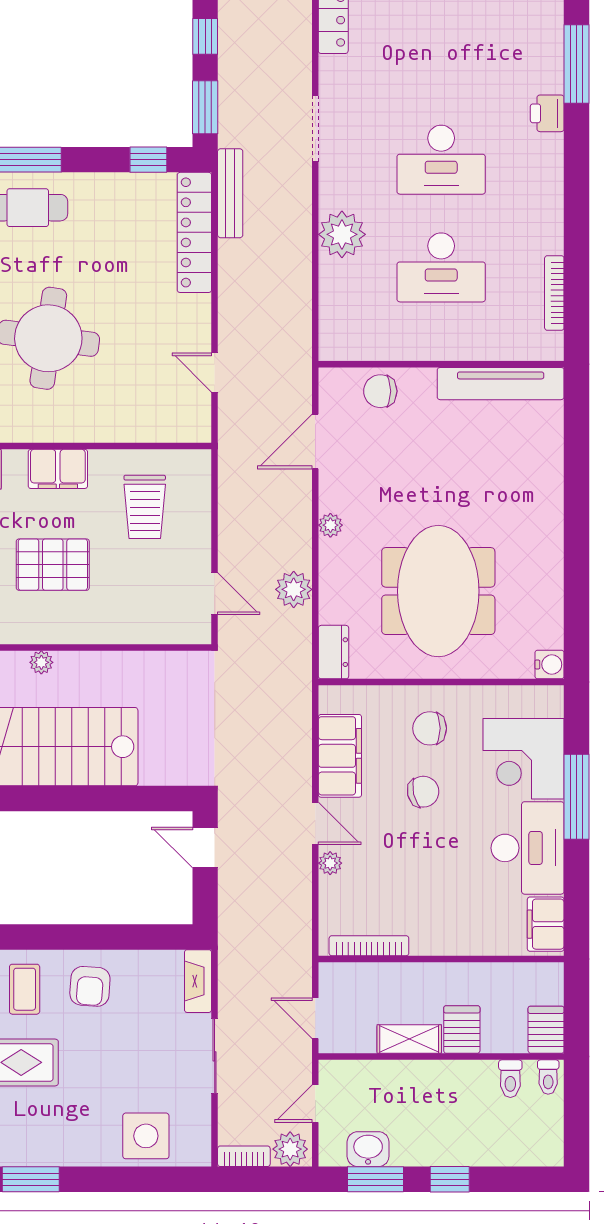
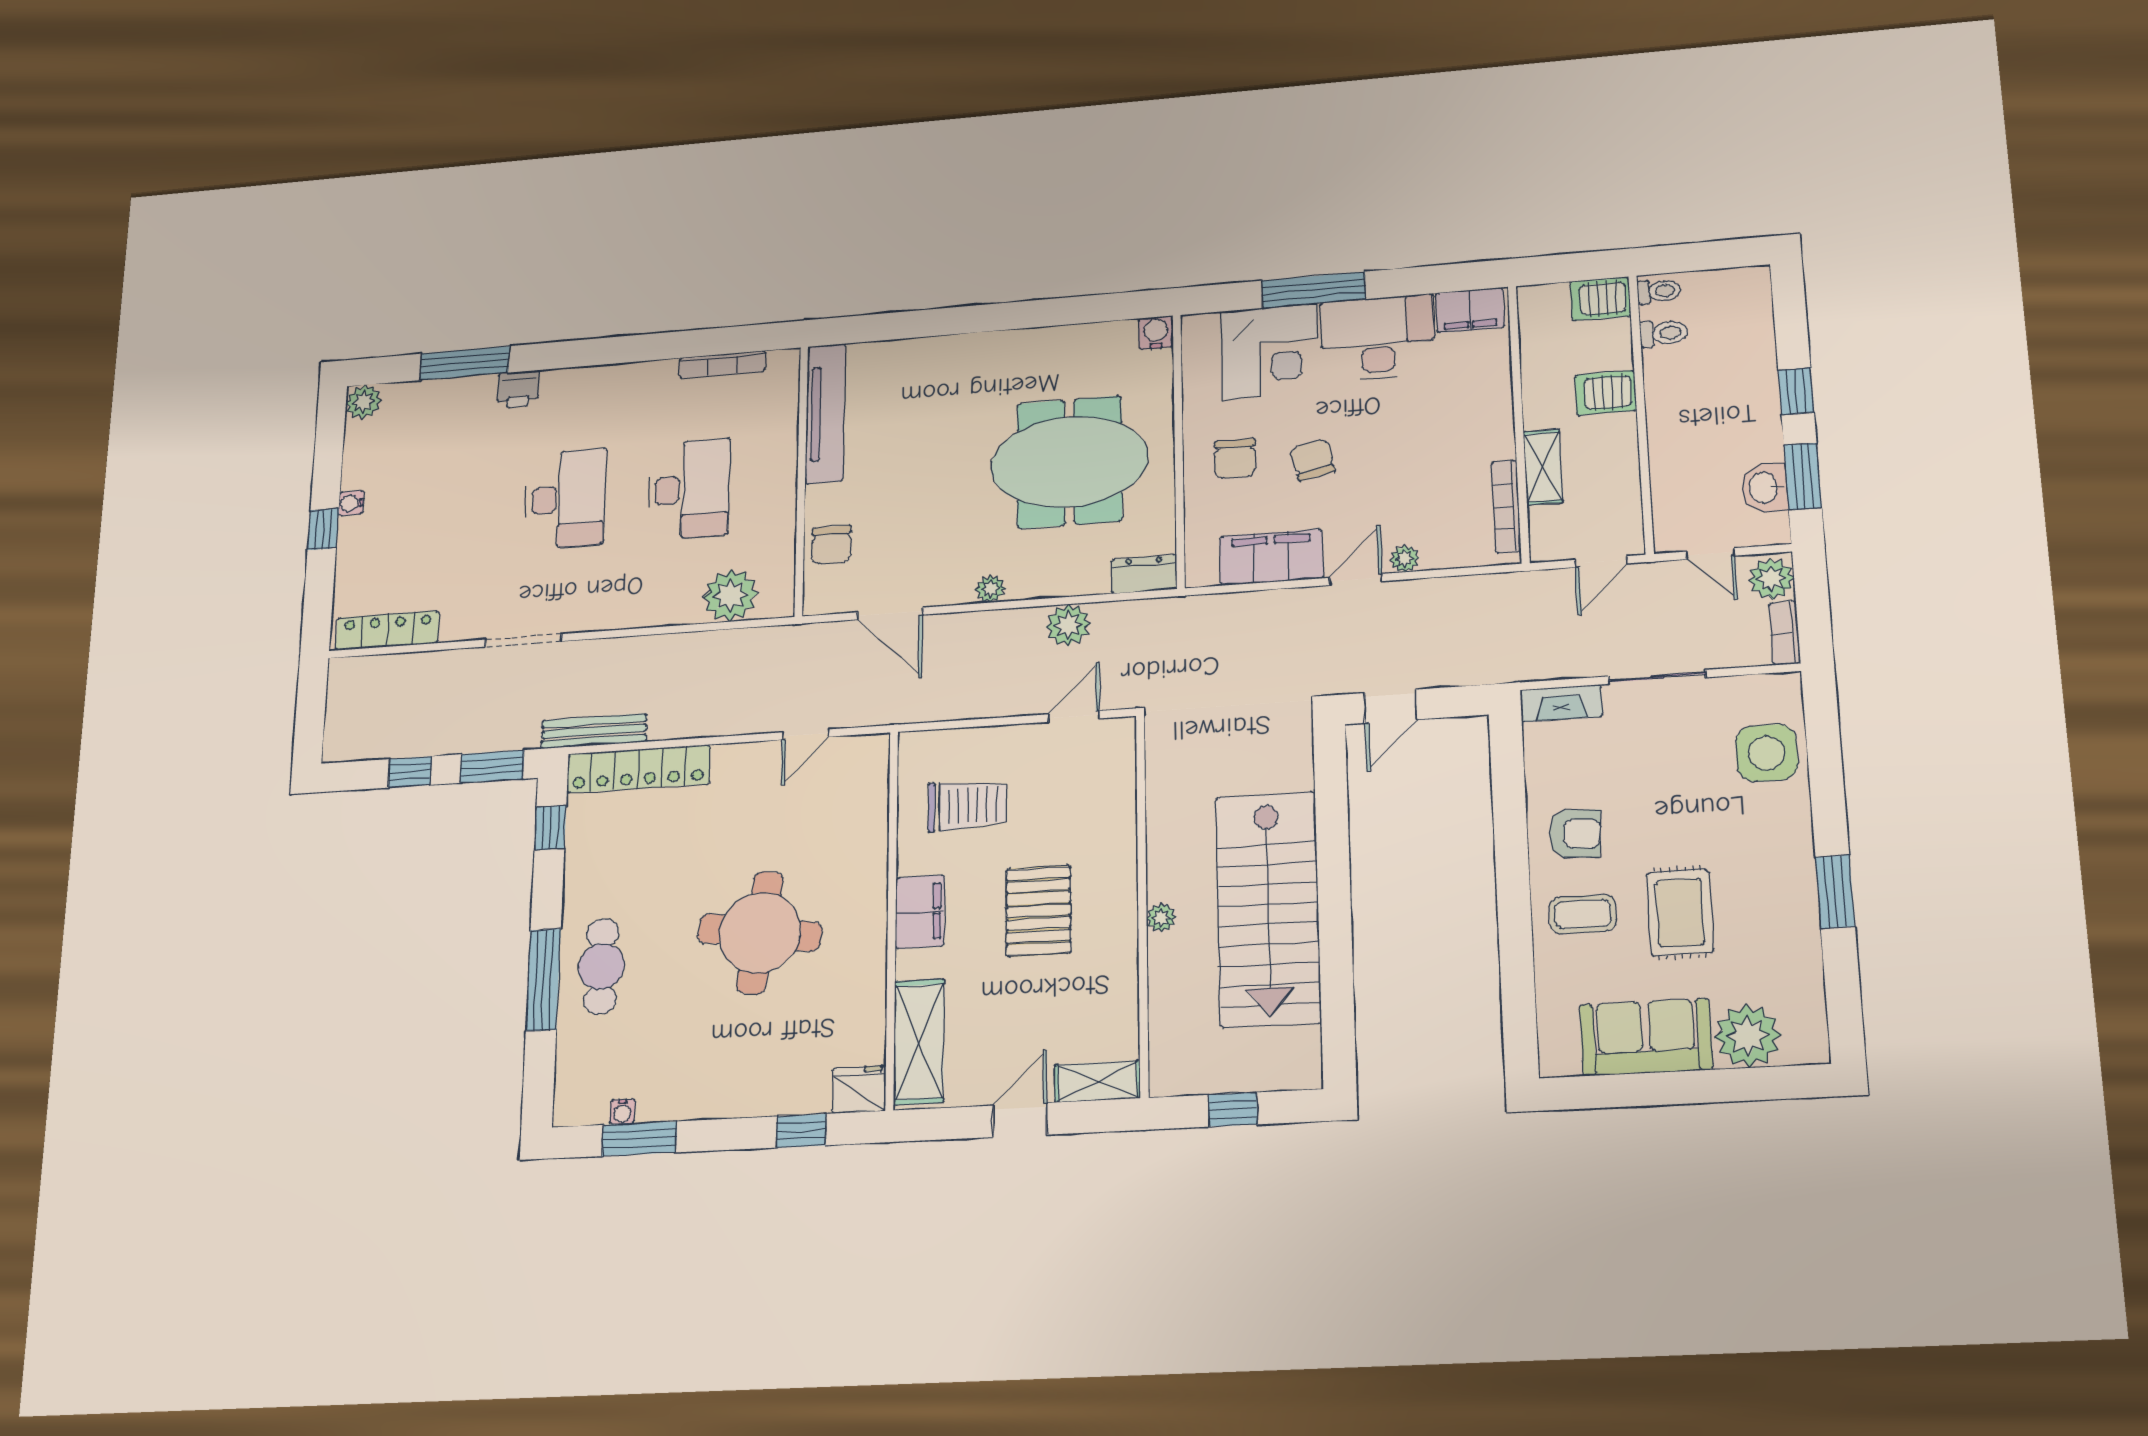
plant: (342, 234) -> (730, 595), moved
shelving: (409, 1039) -> (1543, 467), moved

